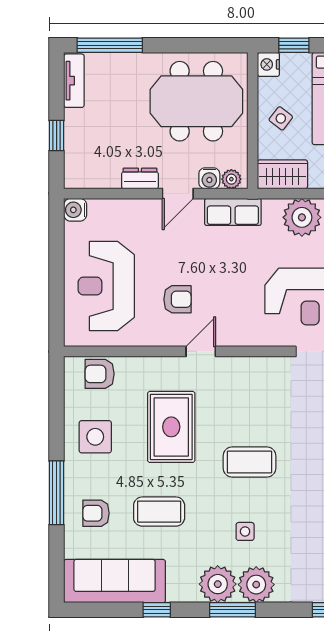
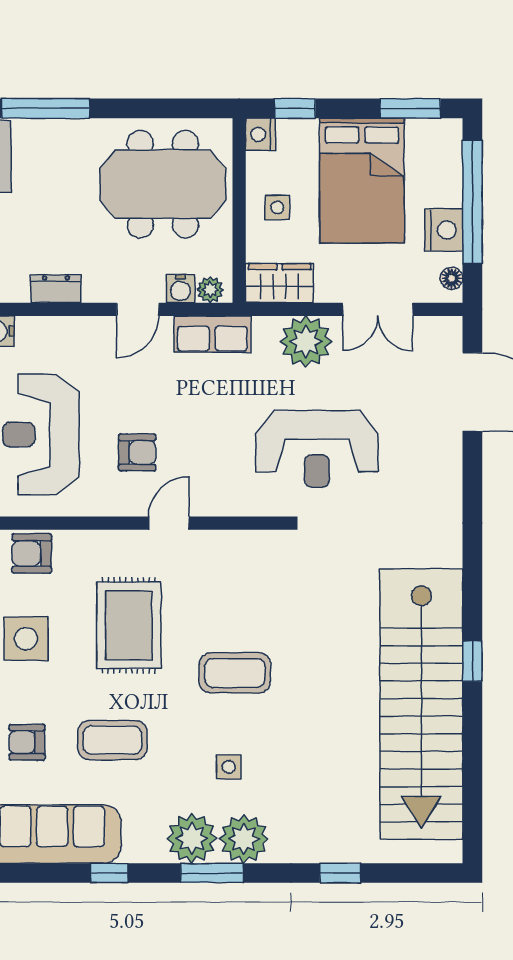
side table: (281, 118) -> (277, 207), turned -38
dresser: (140, 178) -> (56, 289), moved

